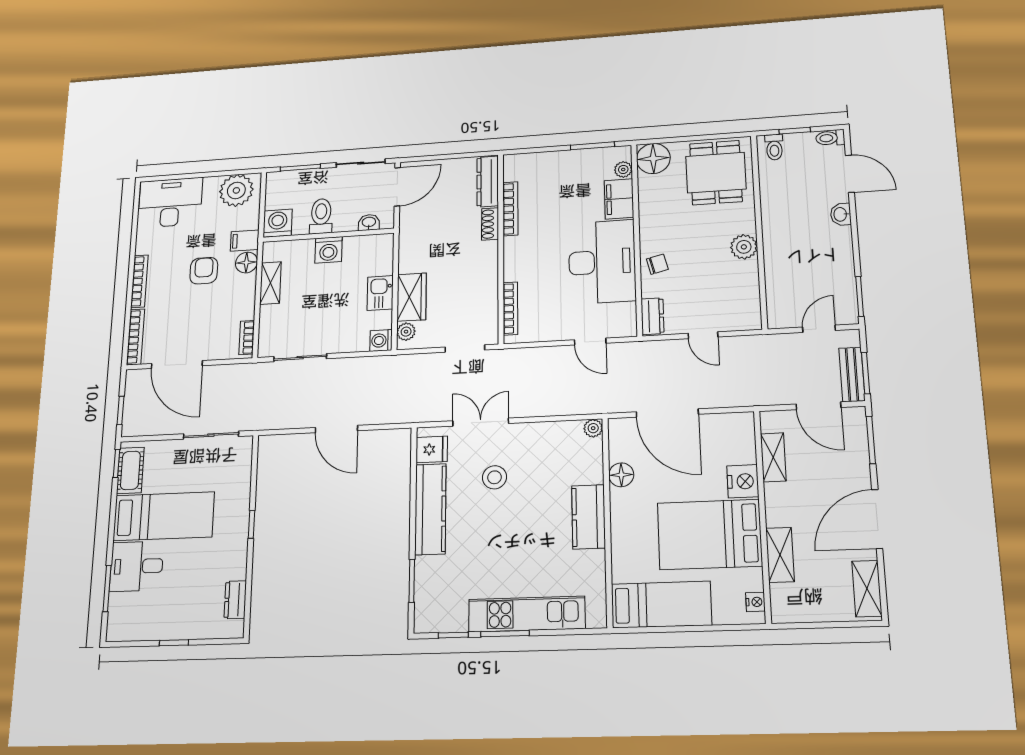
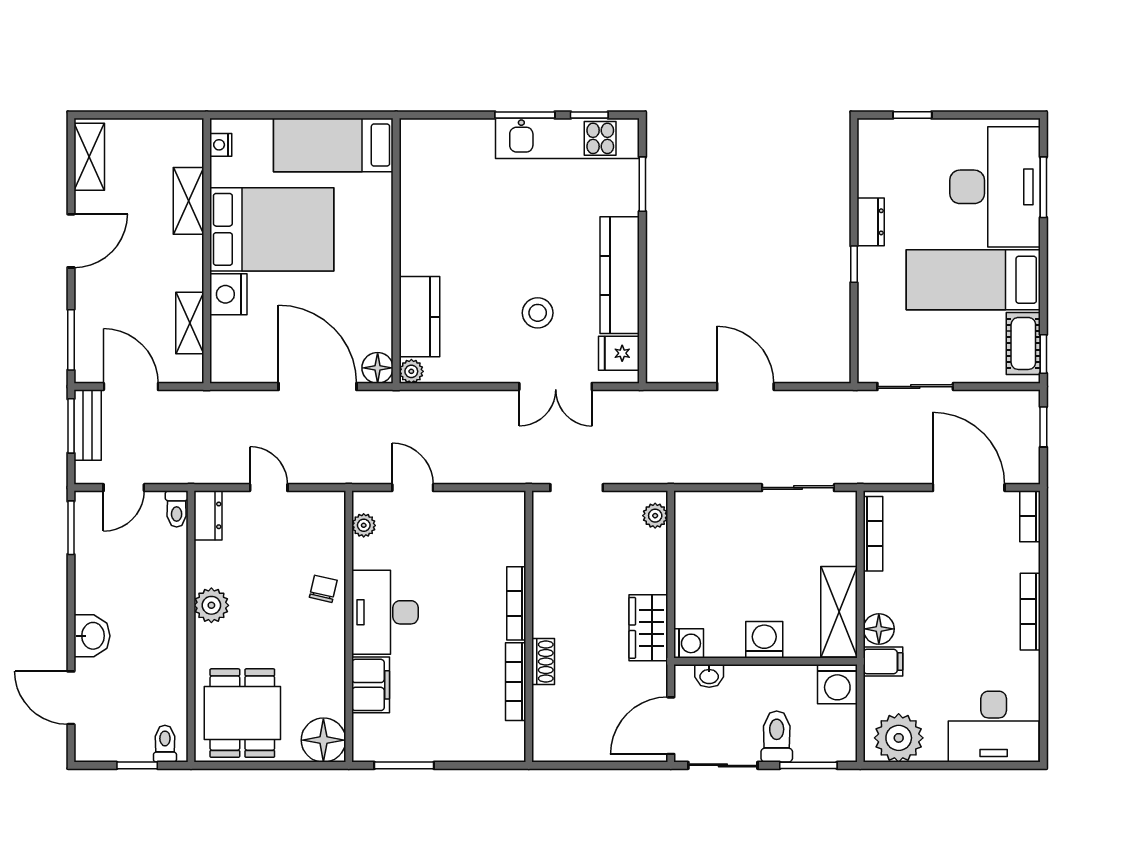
toilet: (830, 138) -> (177, 509), moved, turned 90
plant: (623, 169) -> (364, 525), moved
dresser: (488, 181) -> (546, 724), removed
washbasin: (841, 214) -> (92, 636), width x1.38, depth x1.45
toilet: (321, 216) -> (777, 737), moved, turned 180
desk: (602, 262) -> (385, 612), width x0.73, depth x0.77
chair: (657, 264) -> (323, 589), turned 117
armchair: (204, 271) -> (939, 621), removed
shelving: (270, 283) -> (839, 612), width x1.50, depth x1.33
kitchen sink: (380, 293) -> (691, 572), removed
wardrobe: (412, 297) -> (648, 628), moved
bookcase: (510, 308) -> (516, 603), moved
dresser: (653, 316) -> (208, 515), moved, turned 180
bookcase: (135, 337) -> (1030, 516), width x0.64
bookcase: (247, 338) -> (873, 534), width x1.56
washing machine: (381, 340) -> (689, 643), moved
floor lamp: (621, 475) -> (378, 368), moved
kitchen counter: (589, 517) -> (419, 317), moved
door: (877, 519) -> (71, 241), width x0.73
desk: (137, 566) -> (995, 187), width x1.87, depth x1.30
dresser: (235, 600) -> (871, 222), moved
kitchen unit: (527, 614) -> (567, 138), moved
window: (174, 643) -> (912, 115), moved

